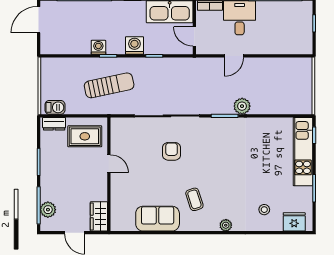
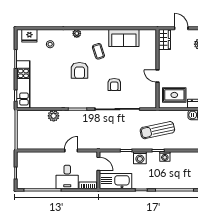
plant: (242, 106) -> (54, 116), moved
armchair: (222, 172) -> (80, 70), added

